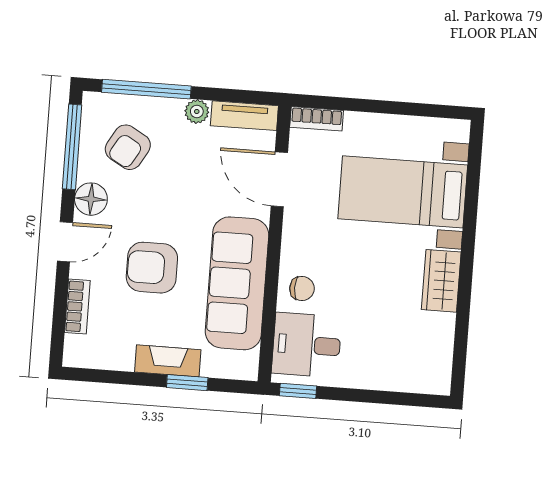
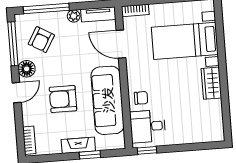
bookcase: (77, 307) -> (29, 140), moved

